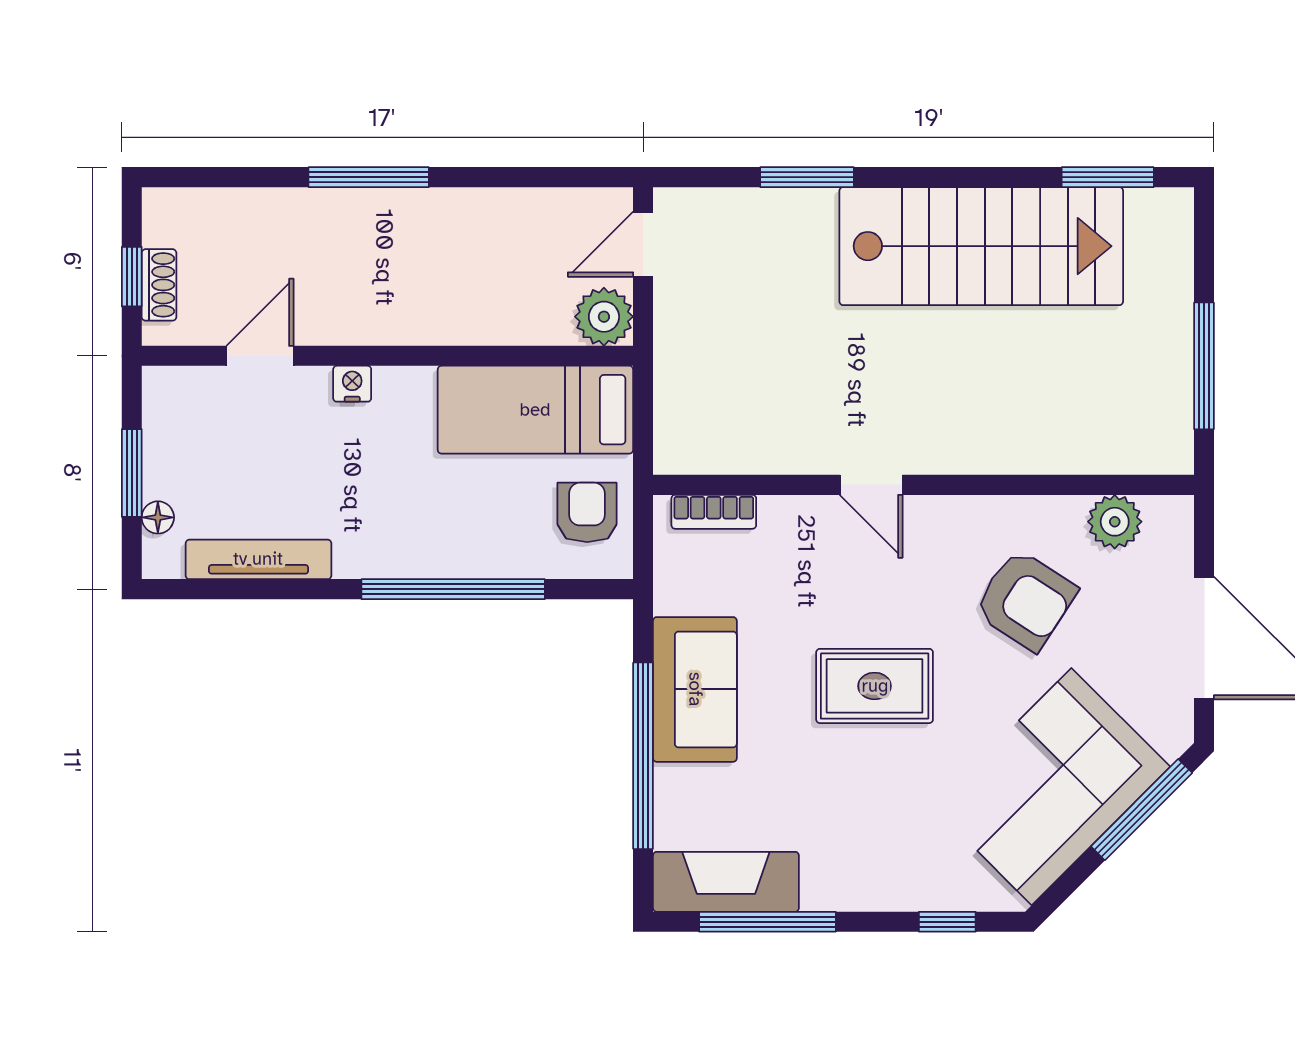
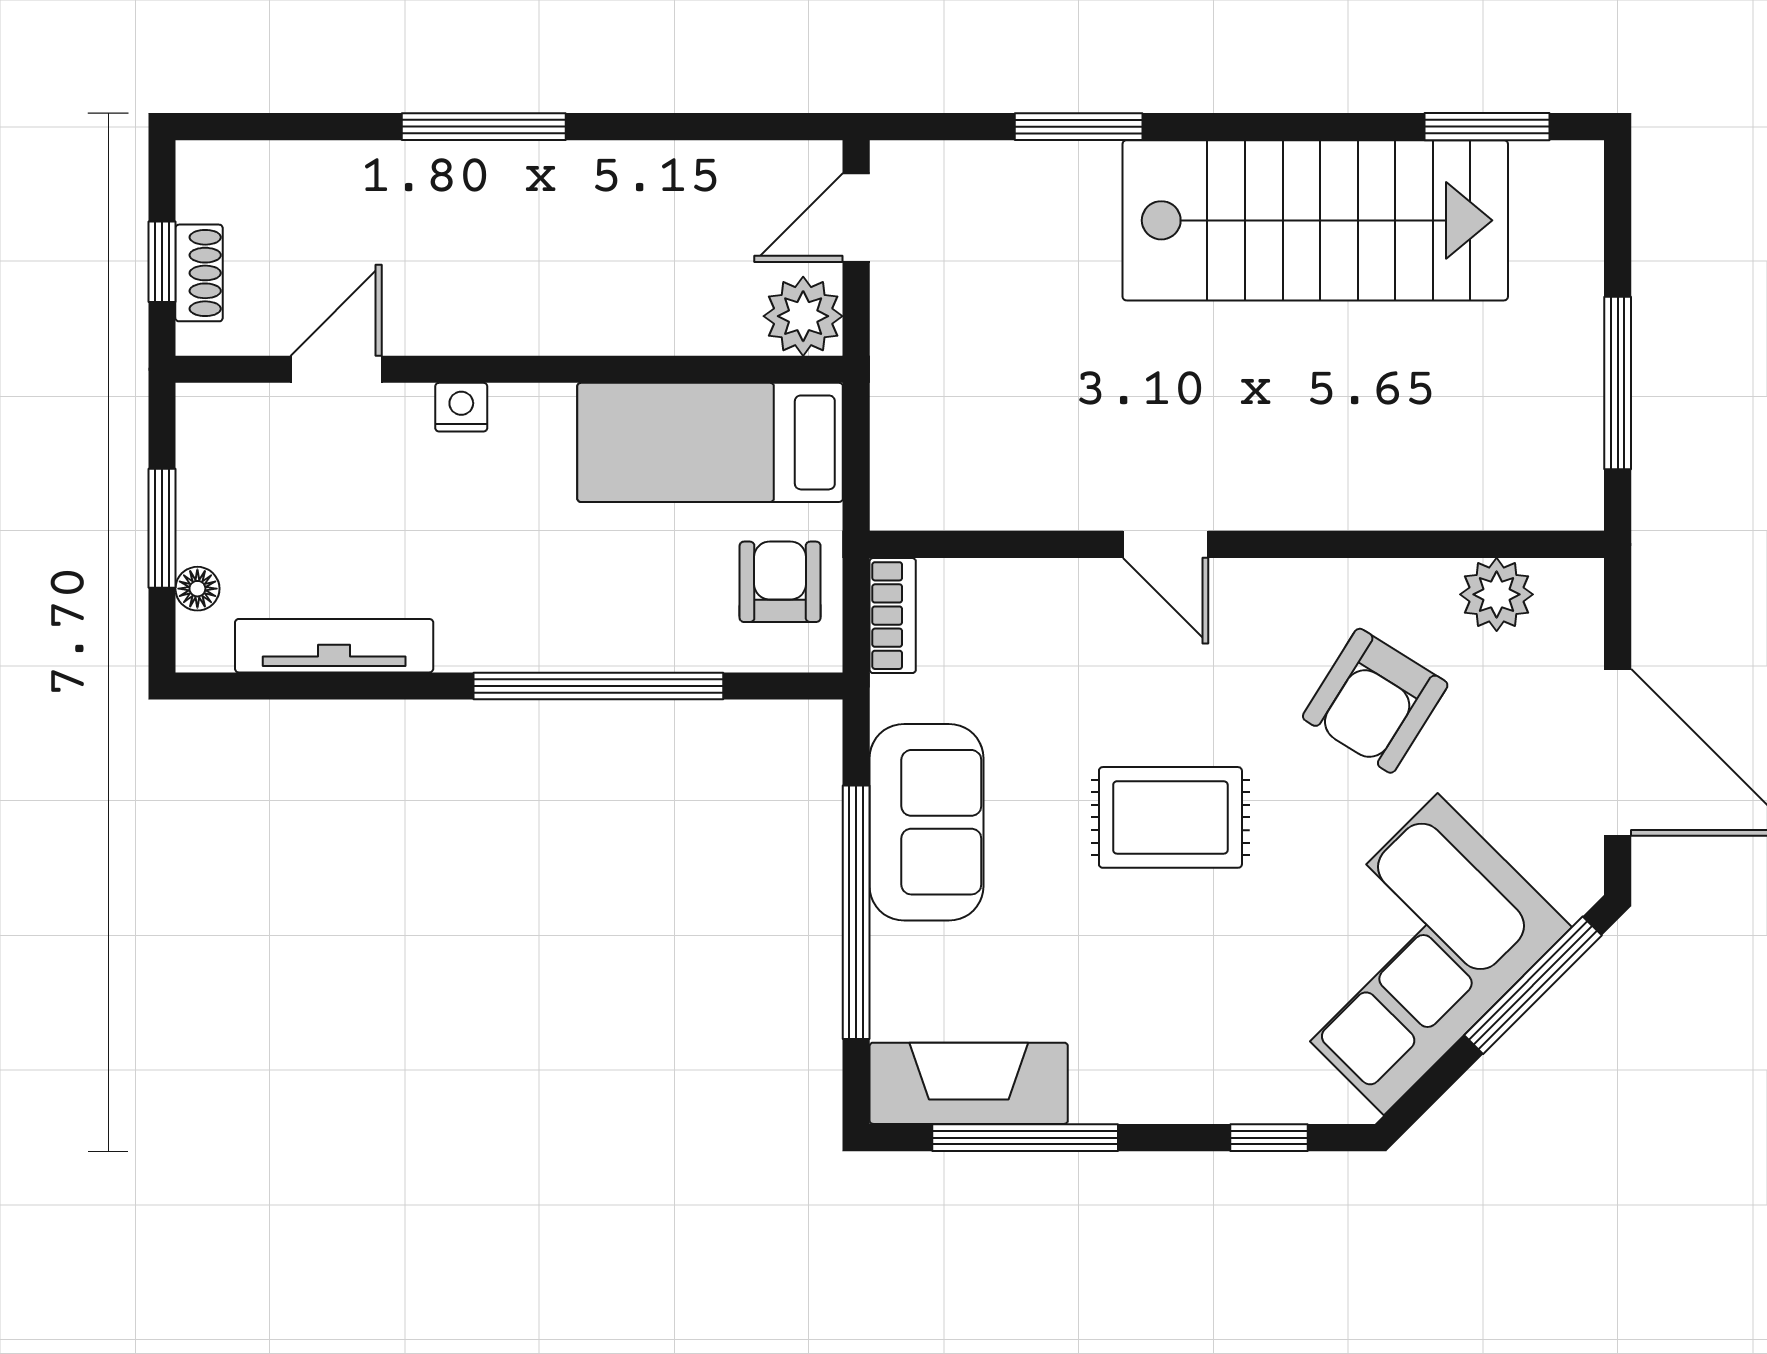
bookcase: (714, 512) -> (893, 616), moved, turned -90
armchair: (1025, 600) -> (1375, 701), turned 89

